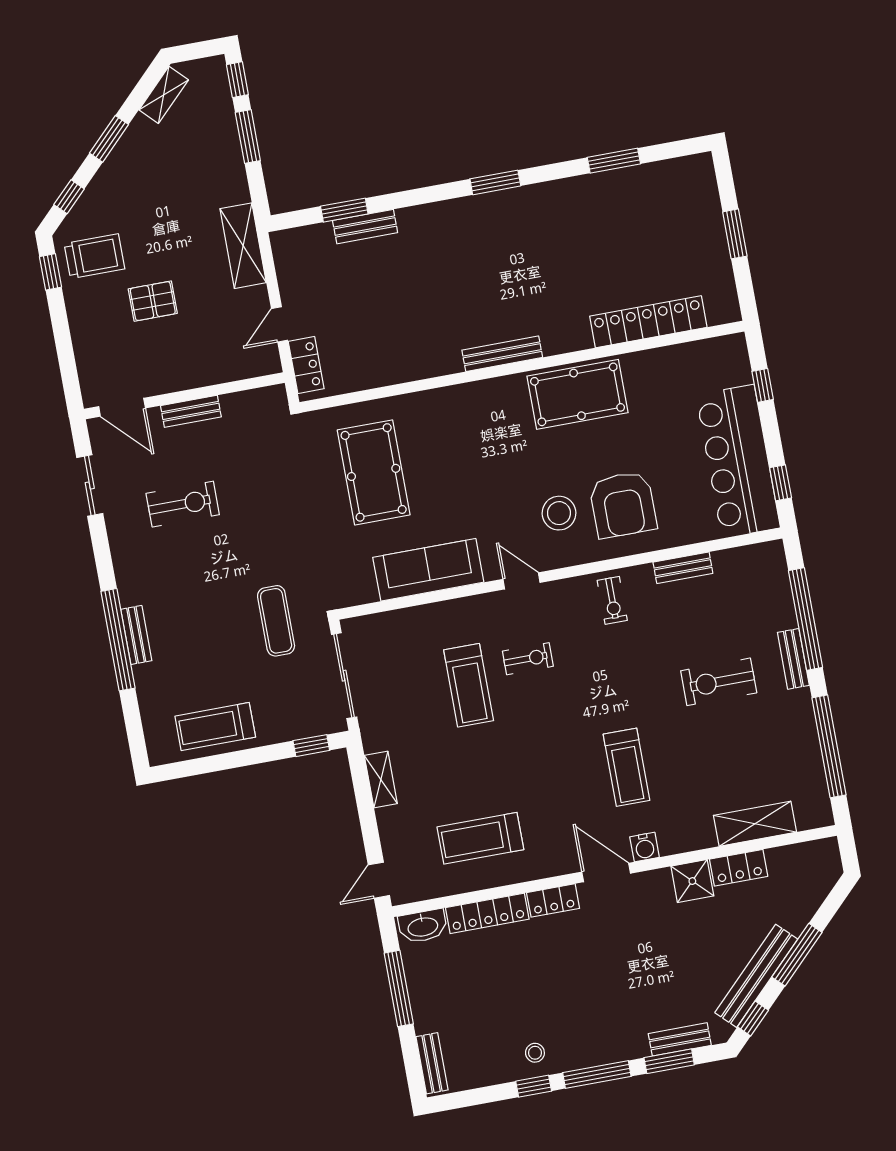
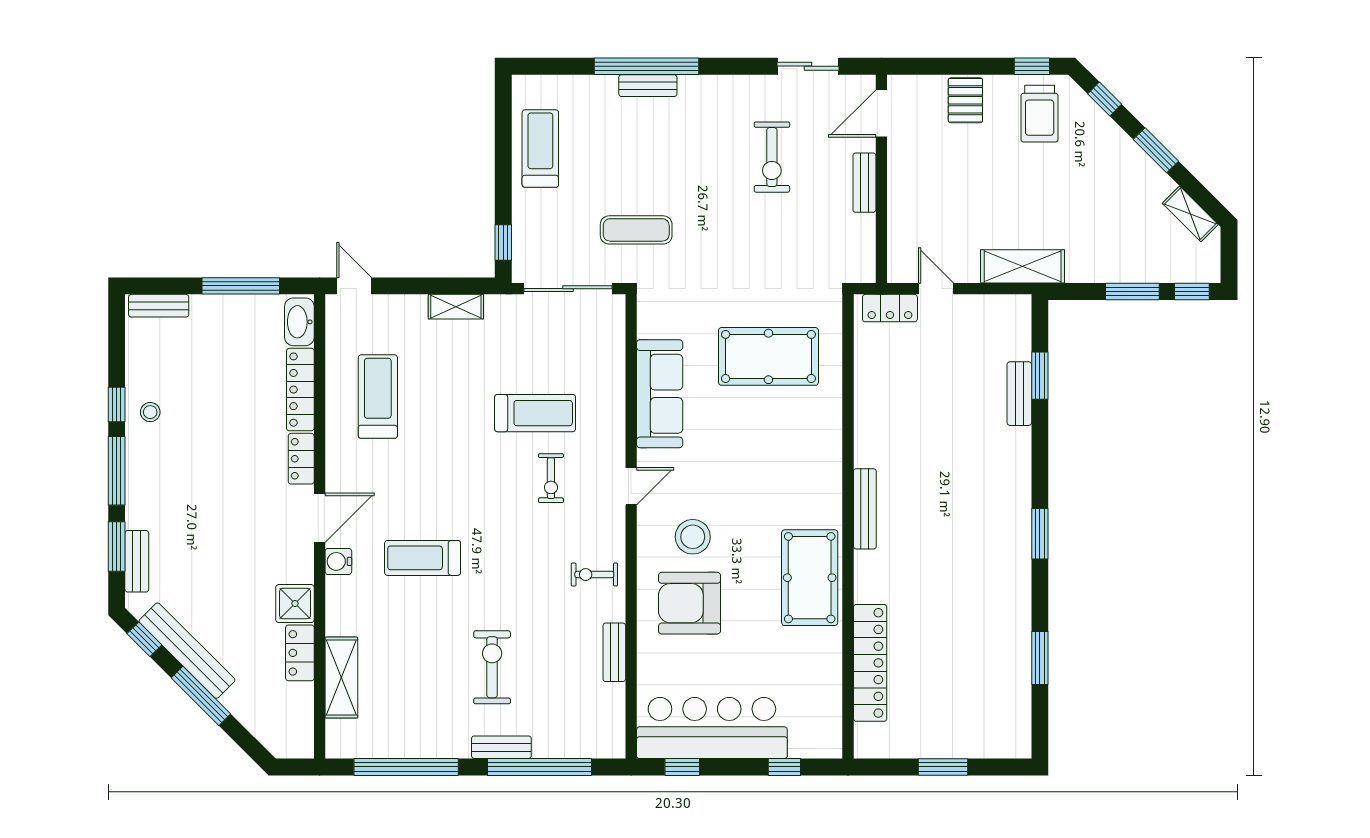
pallet: (153, 301) -> (965, 100), moved
treadmill: (469, 685) -> (535, 413), turned 180

